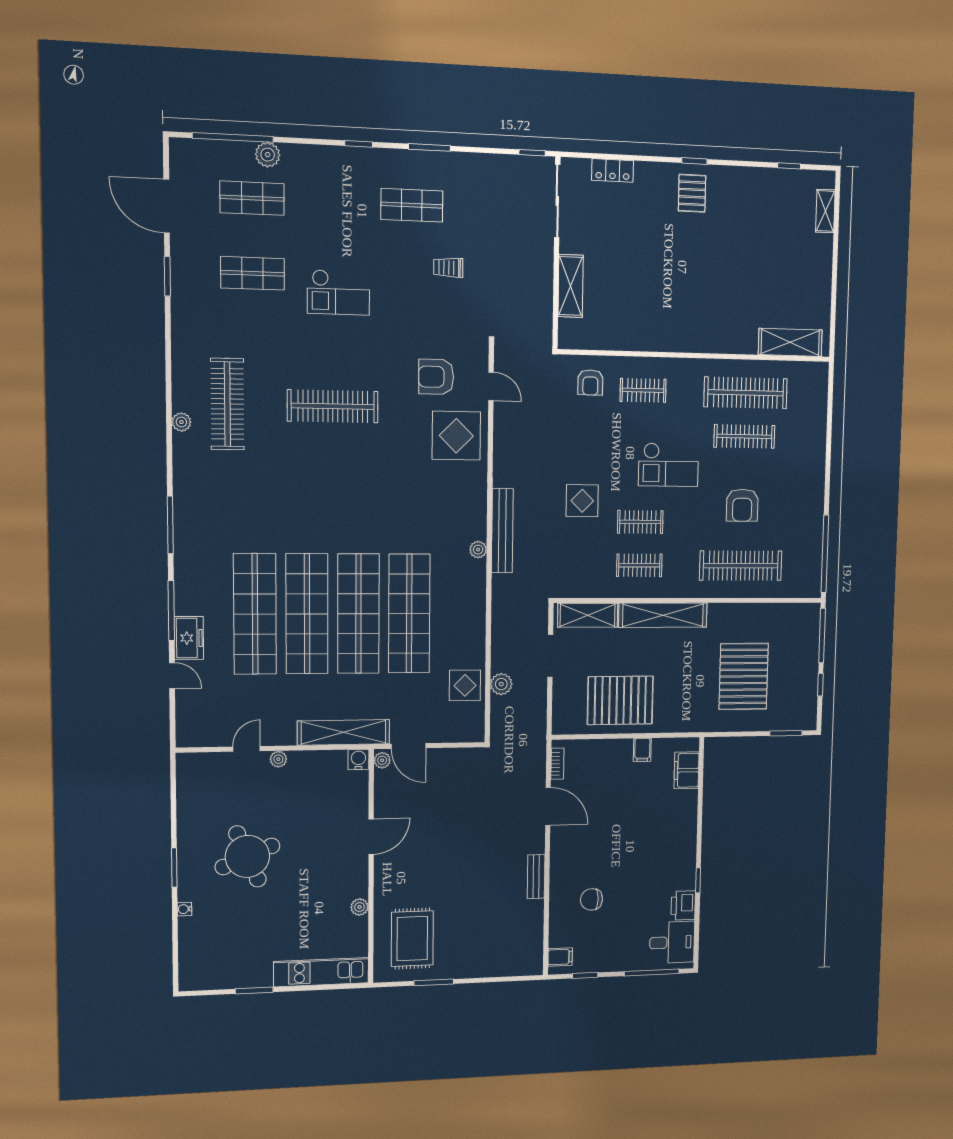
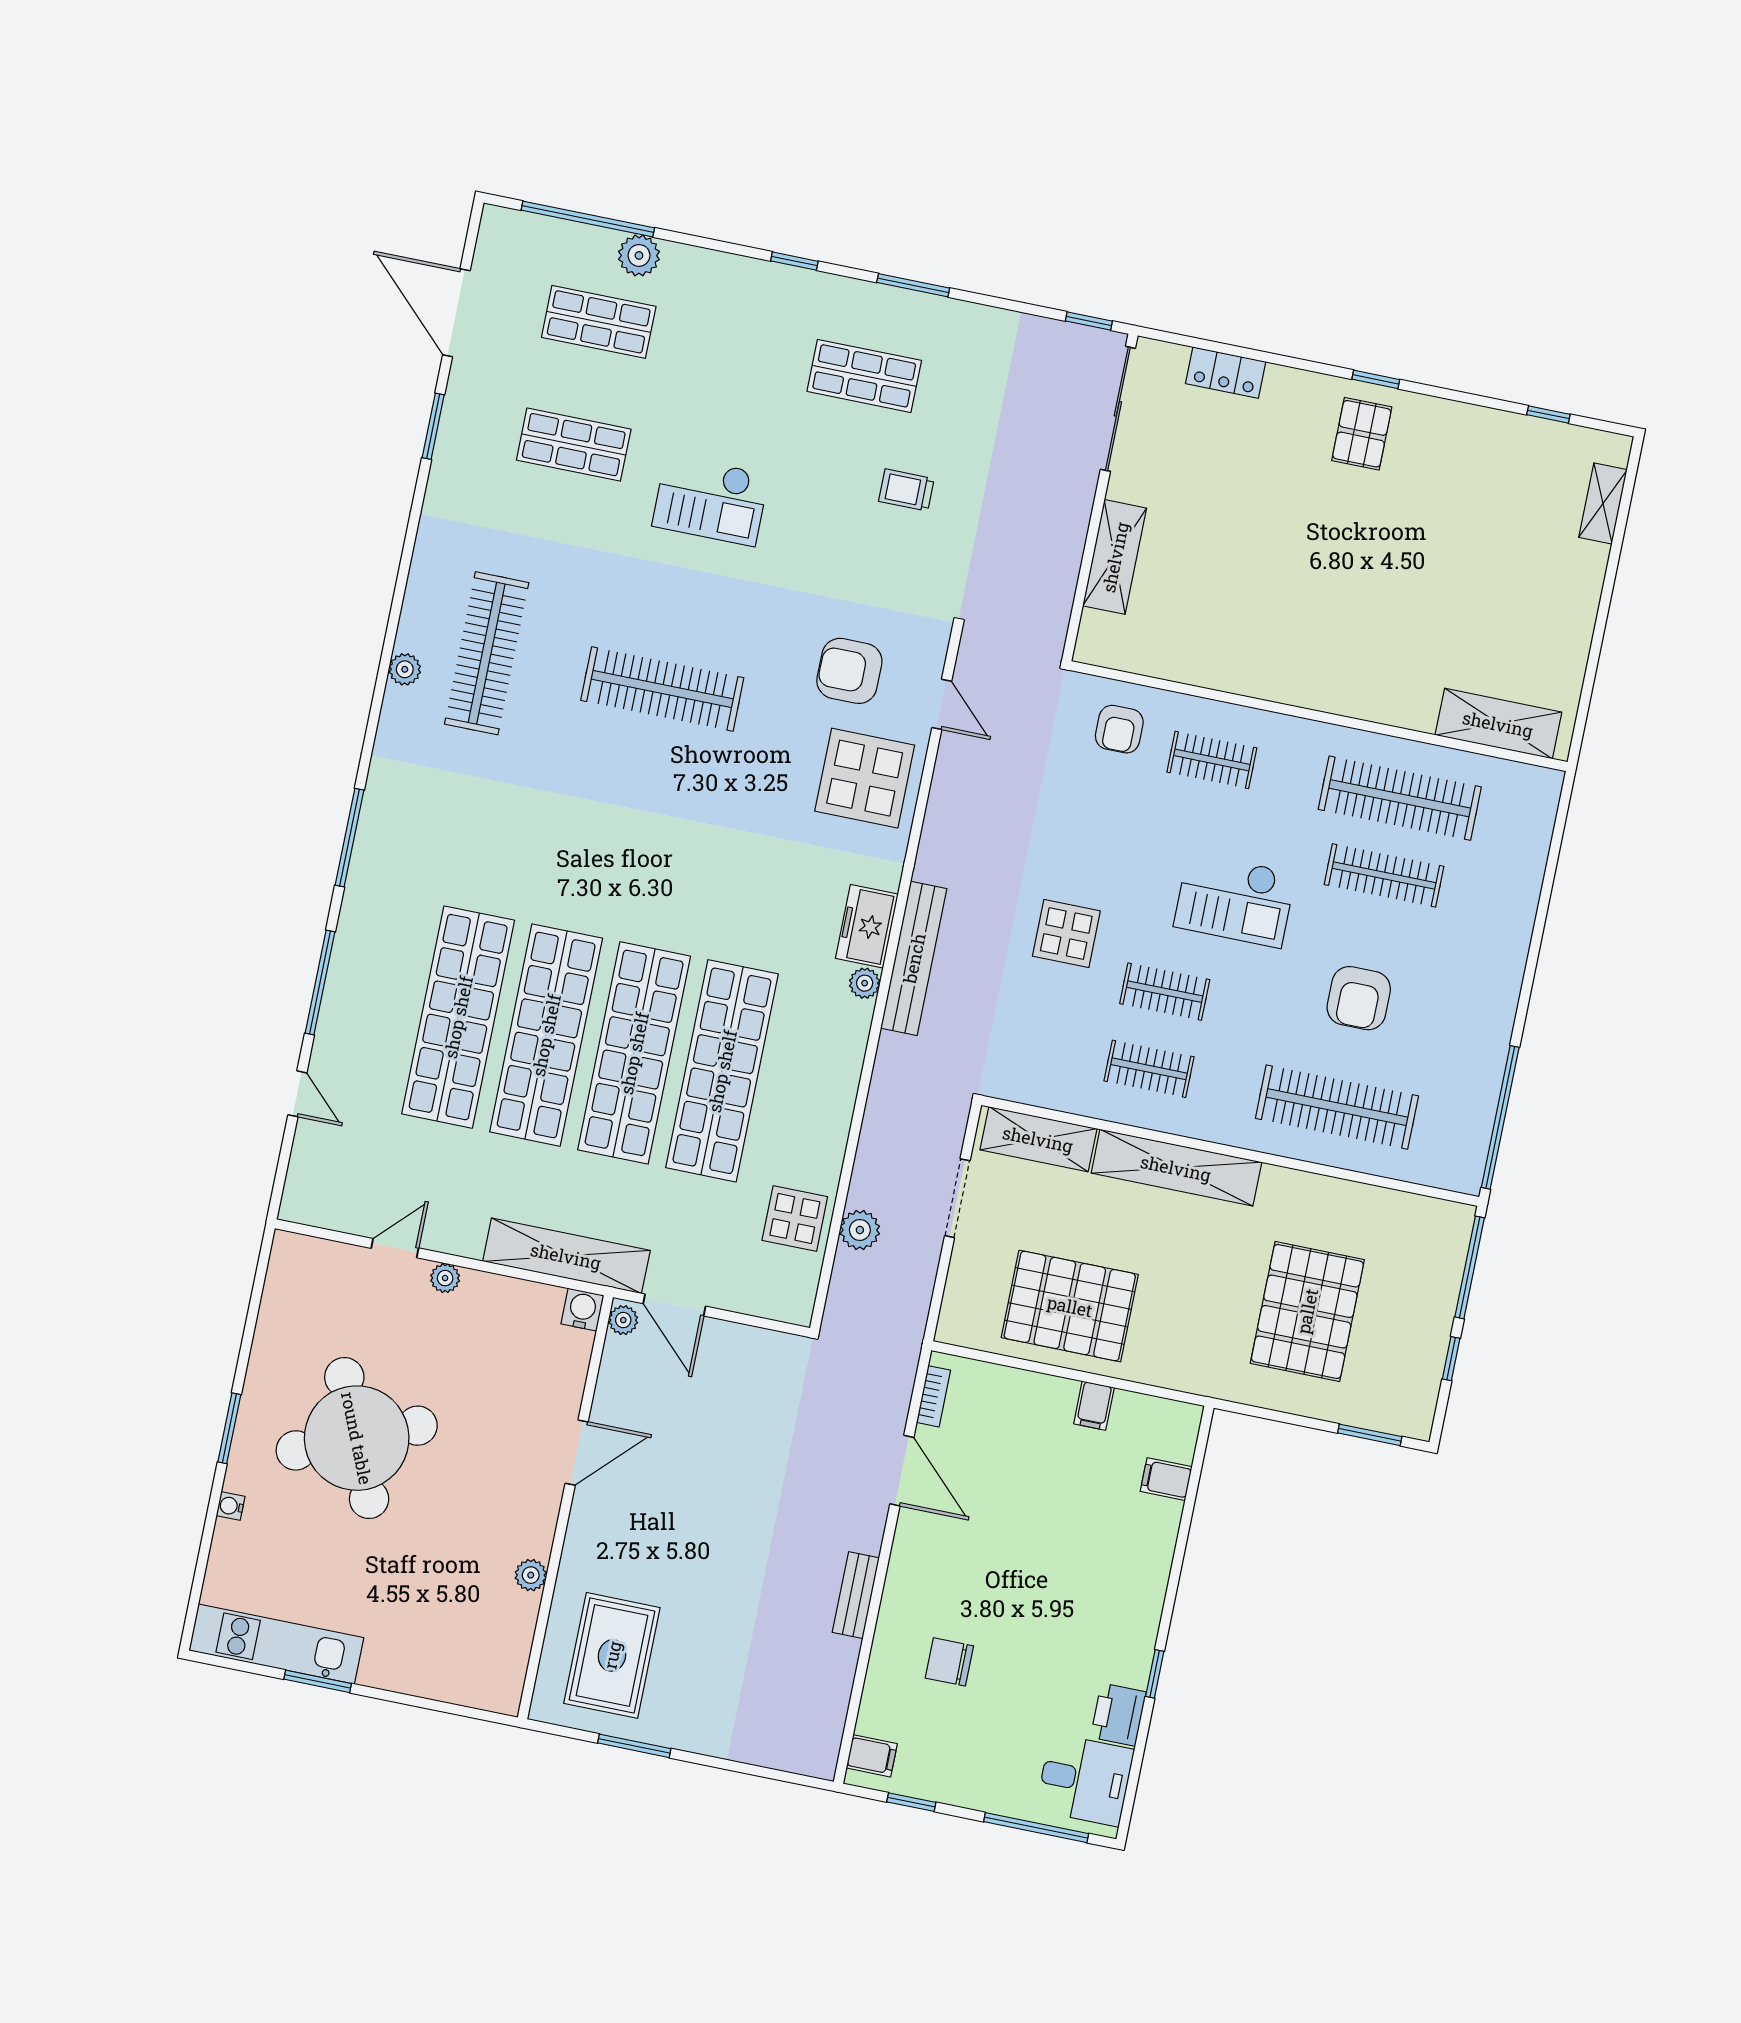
freezer: (189, 638) -> (867, 926), moved, turned 180
filing cabinet: (687, 770) -> (1166, 1479), width x0.50
round table: (247, 856) -> (357, 1438), width x1.36, depth x1.36
kitchen unit: (321, 972) -> (276, 1644), moved

